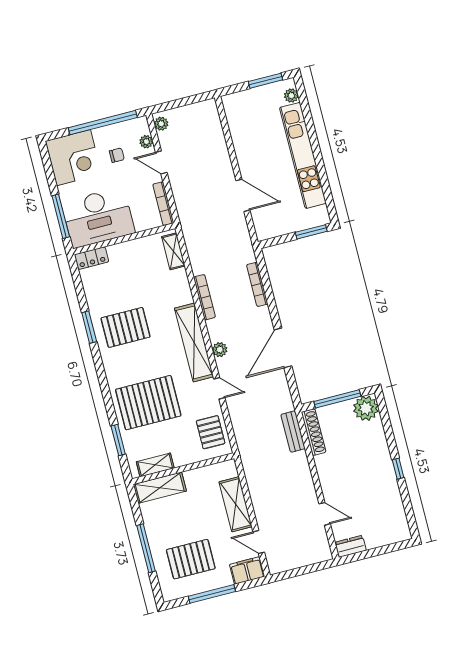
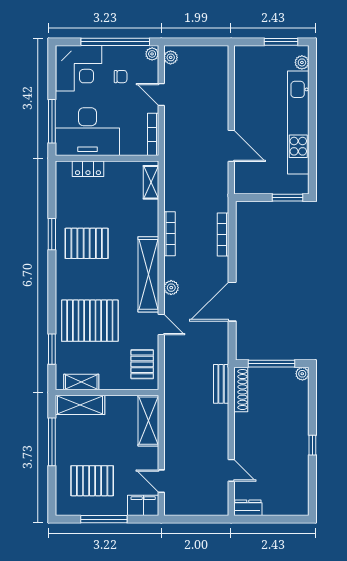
plant: (146, 142) -> (152, 54), moved
locker: (91, 258) -> (88, 169), moved
plant: (366, 408) -> (302, 374), width x0.53, depth x0.53
shelving: (236, 504) -> (148, 421), moved
window: (146, 548) -> (52, 442), moved

